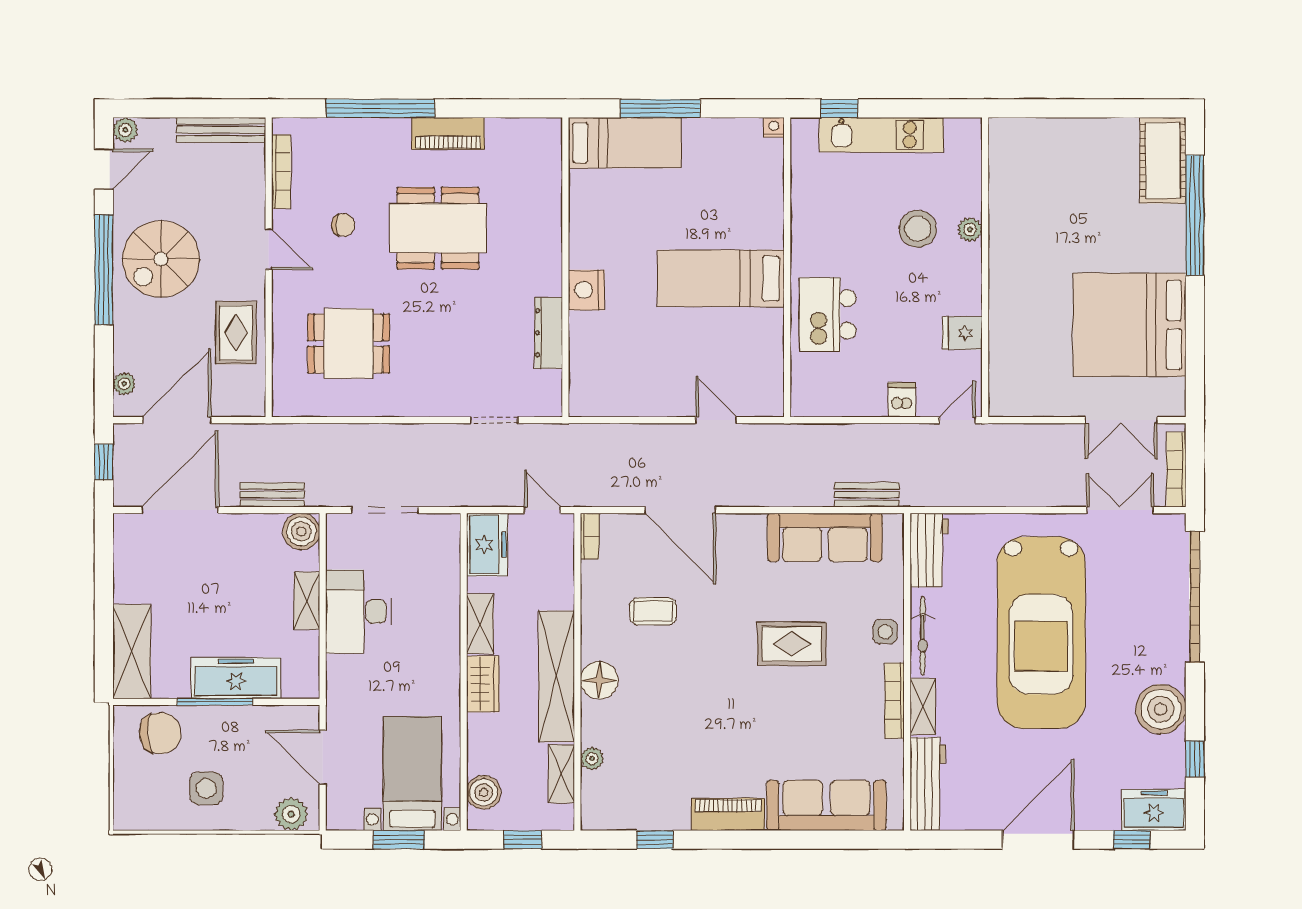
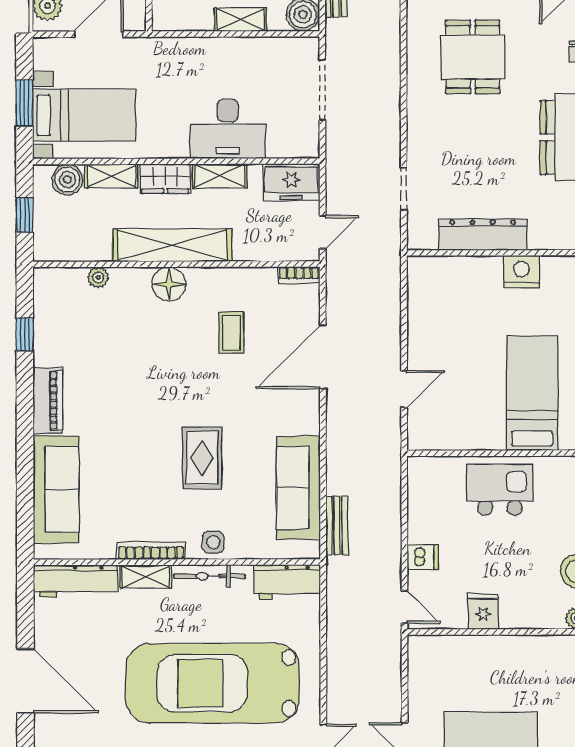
dresser: (548, 333) -> (483, 234), width x1.37, depth x1.24
desk: (358, 612) -> (228, 129), moved, turned 180
shelving: (561, 774) -> (111, 176), moved

